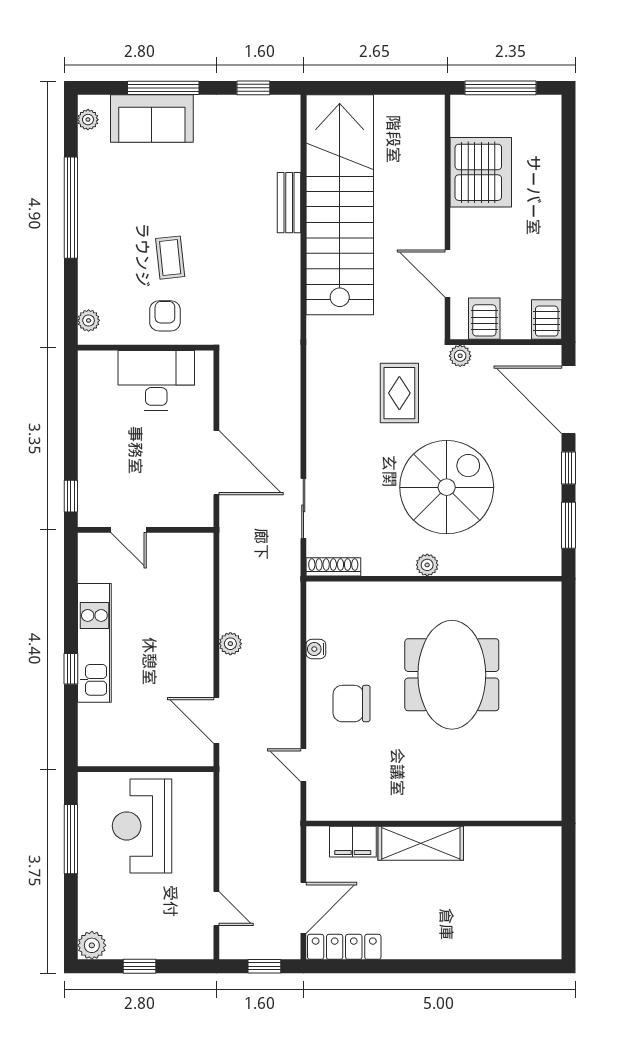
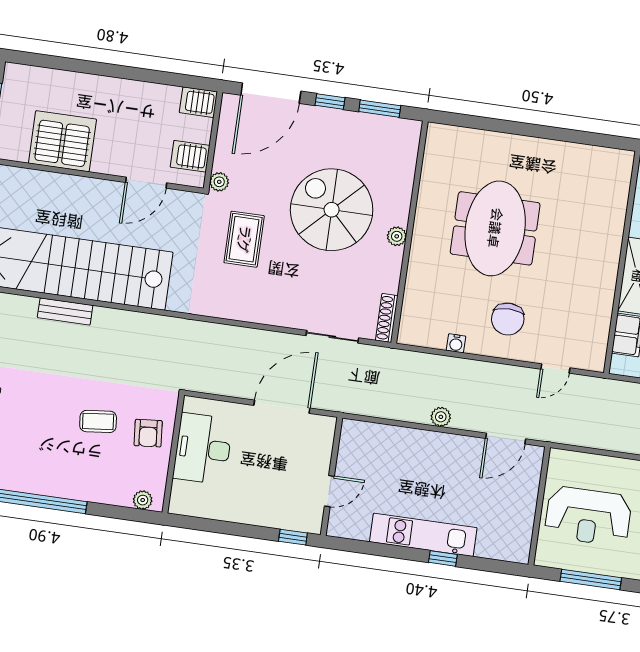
armchair: (165, 316) -> (148, 433), turned -95
rug: (399, 393) -> (244, 239), turned 90
meeting table: (452, 675) -> (495, 228), turned 90

